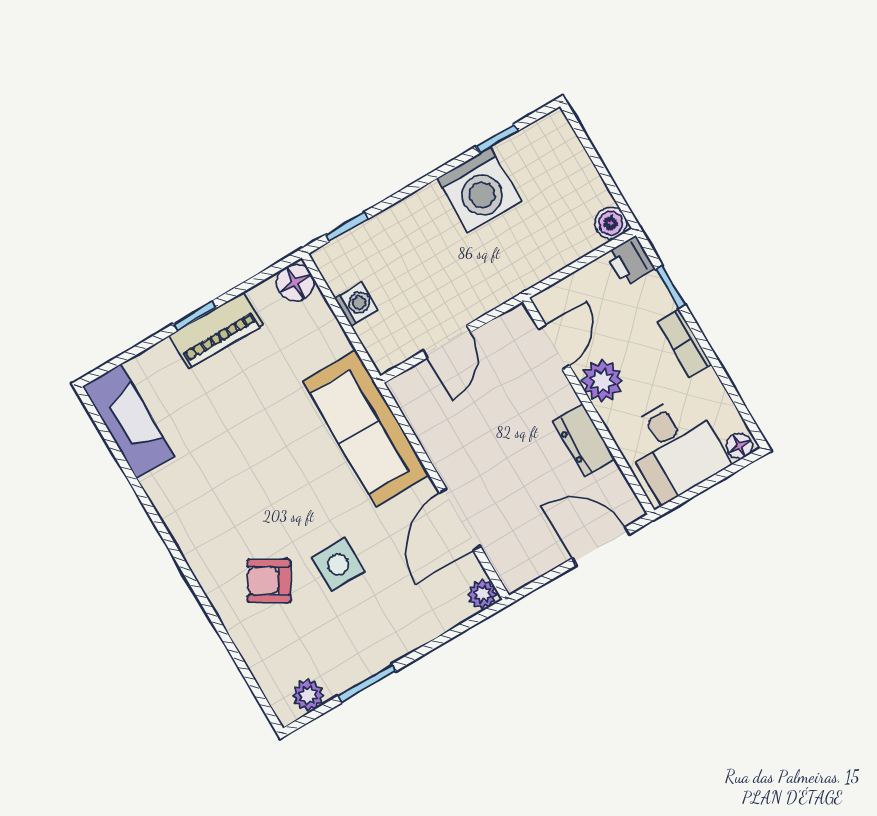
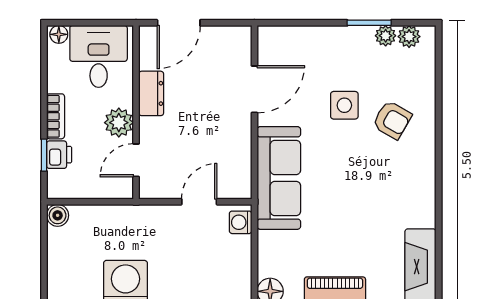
printer: (630, 261) -> (59, 155), moved
washing machine: (356, 304) -> (241, 222), moved
door: (601, 546) -> (179, 23), hinge flipped
plant: (482, 594) -> (386, 36), moved

